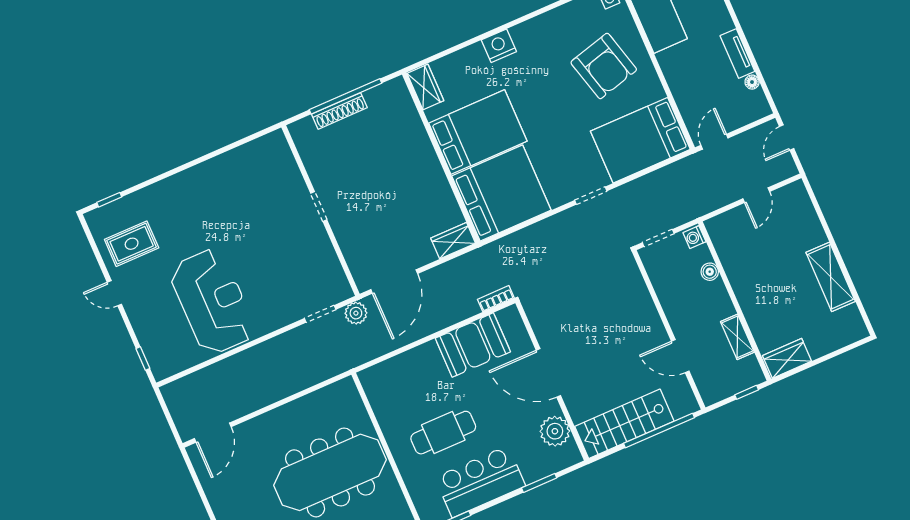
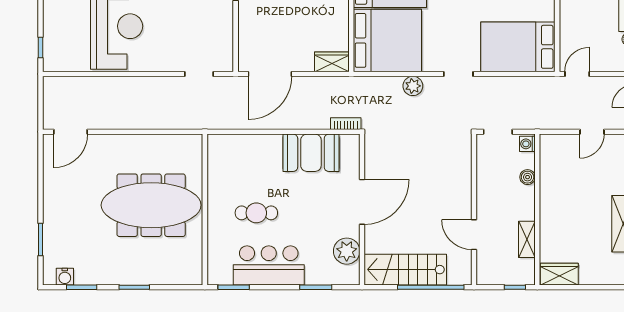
plant: (356, 313) -> (413, 86), moved
door: (548, 373) -> (362, 202), swing flipped
cafe table: (443, 433) -> (256, 213), width x0.73, depth x0.74

